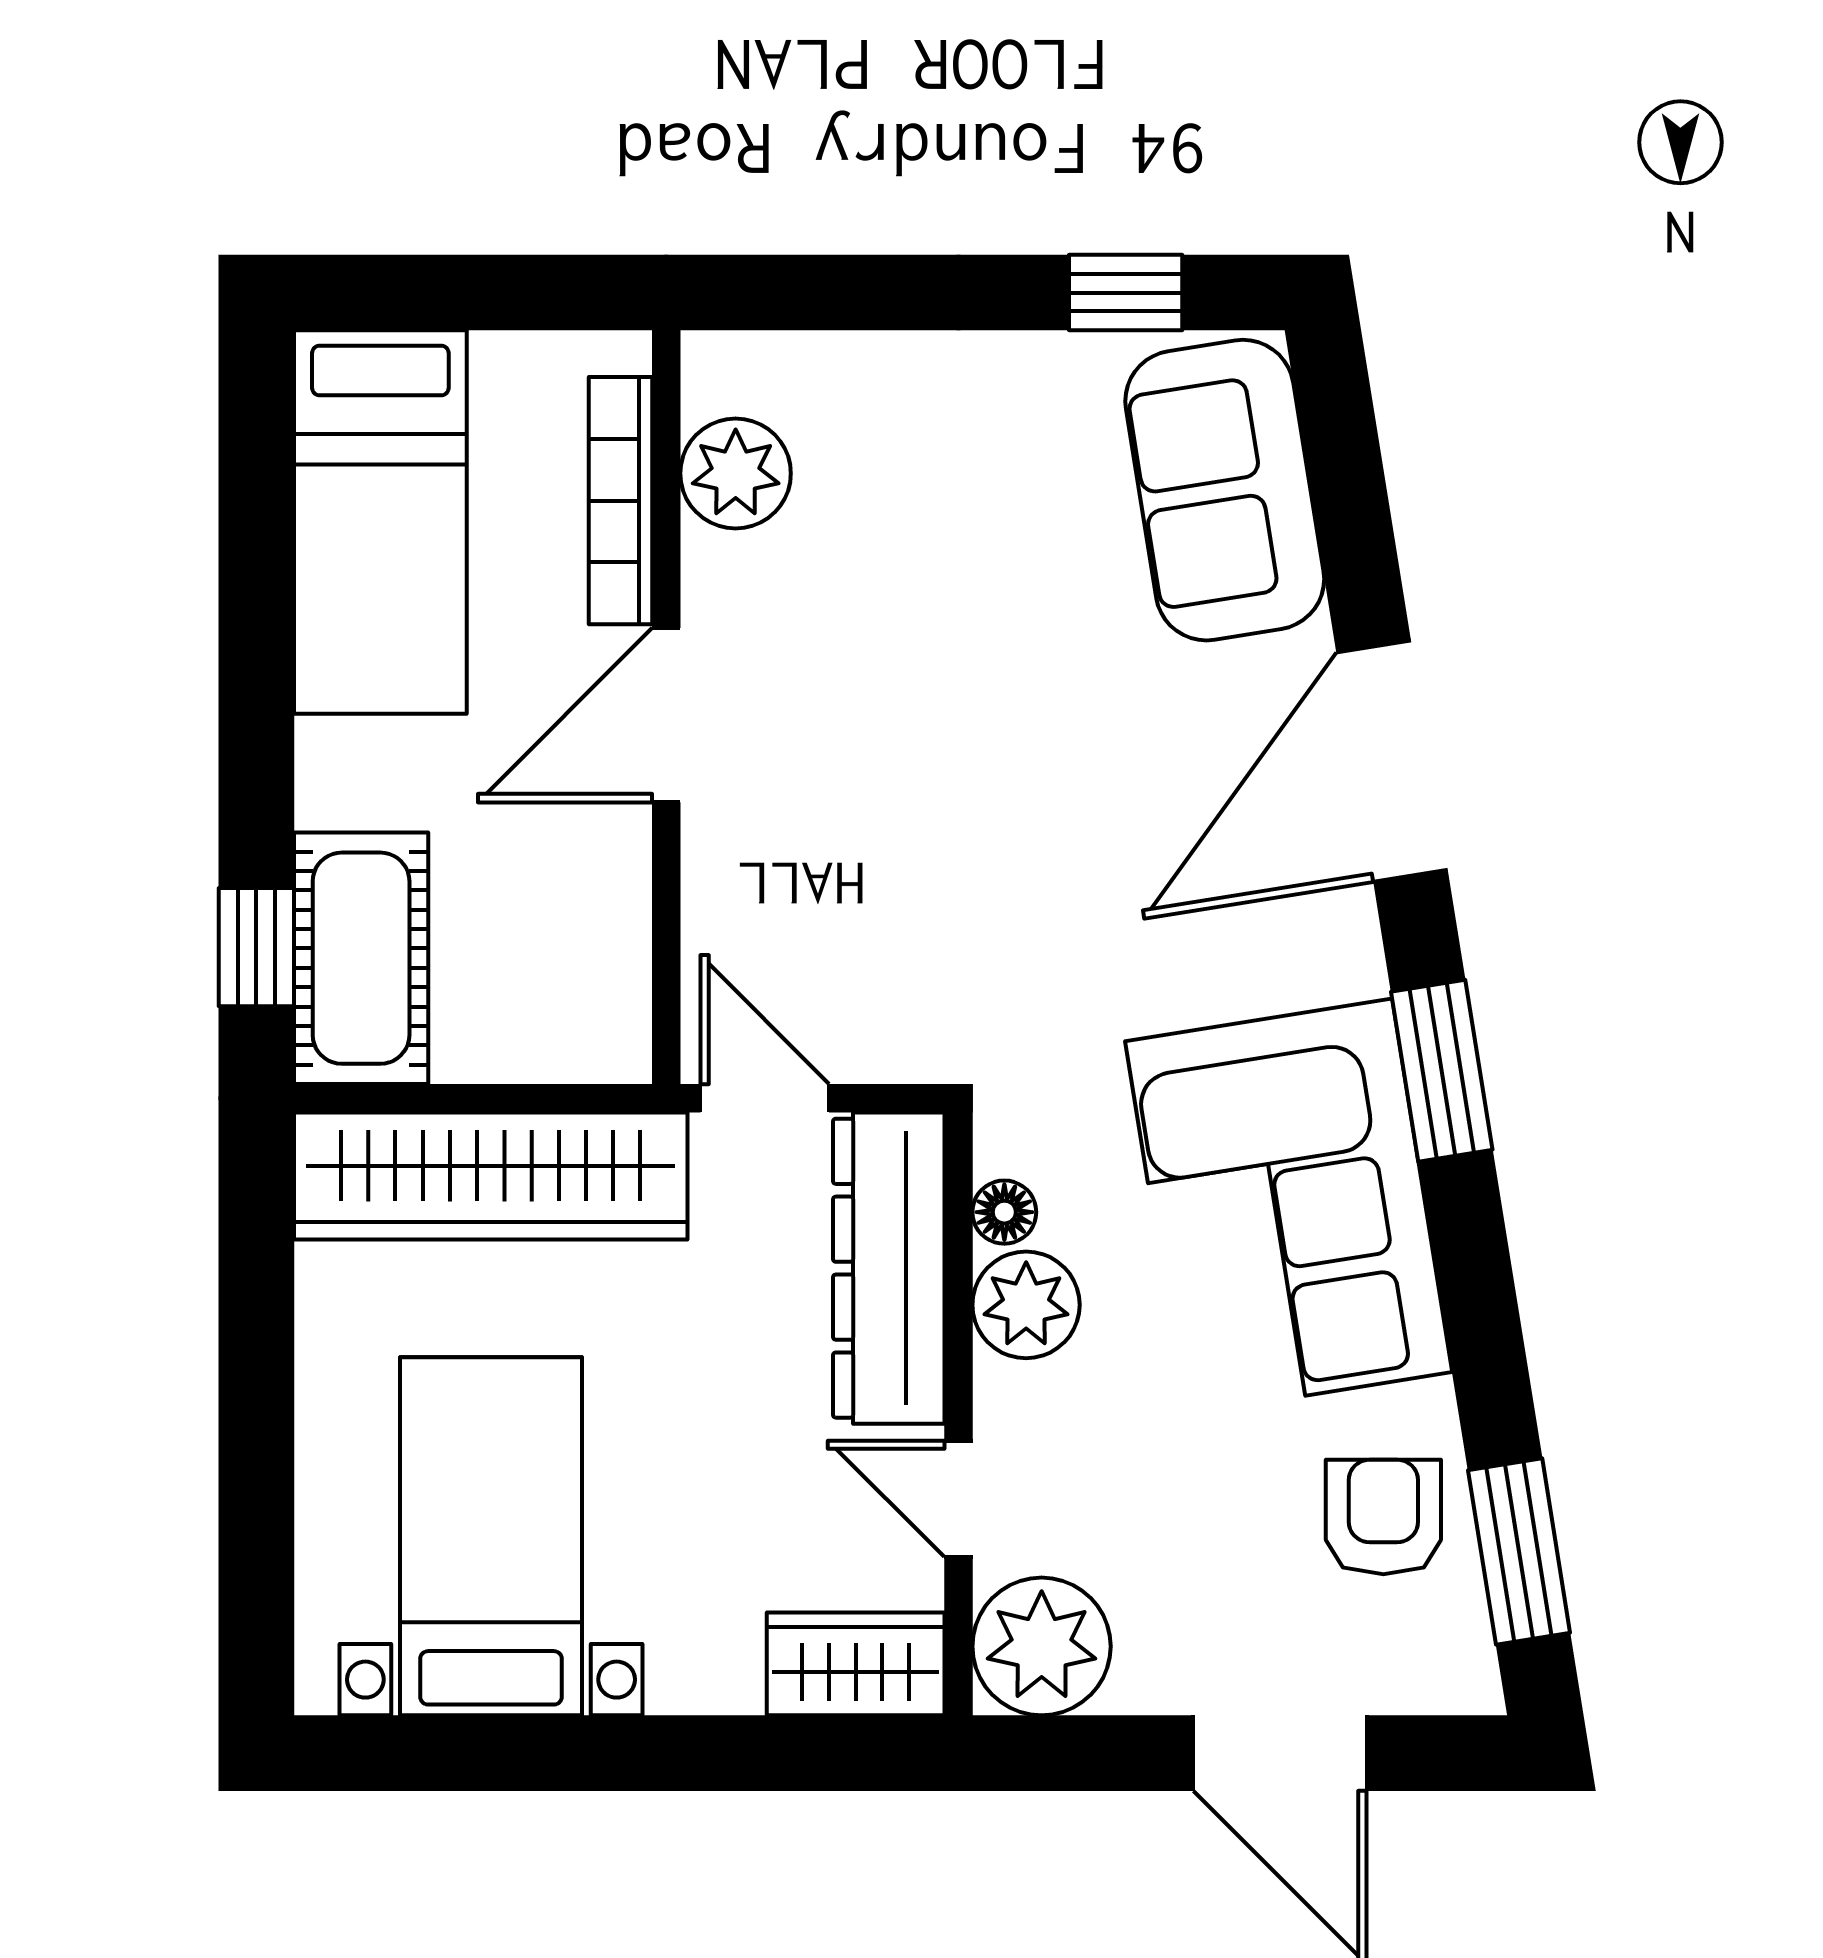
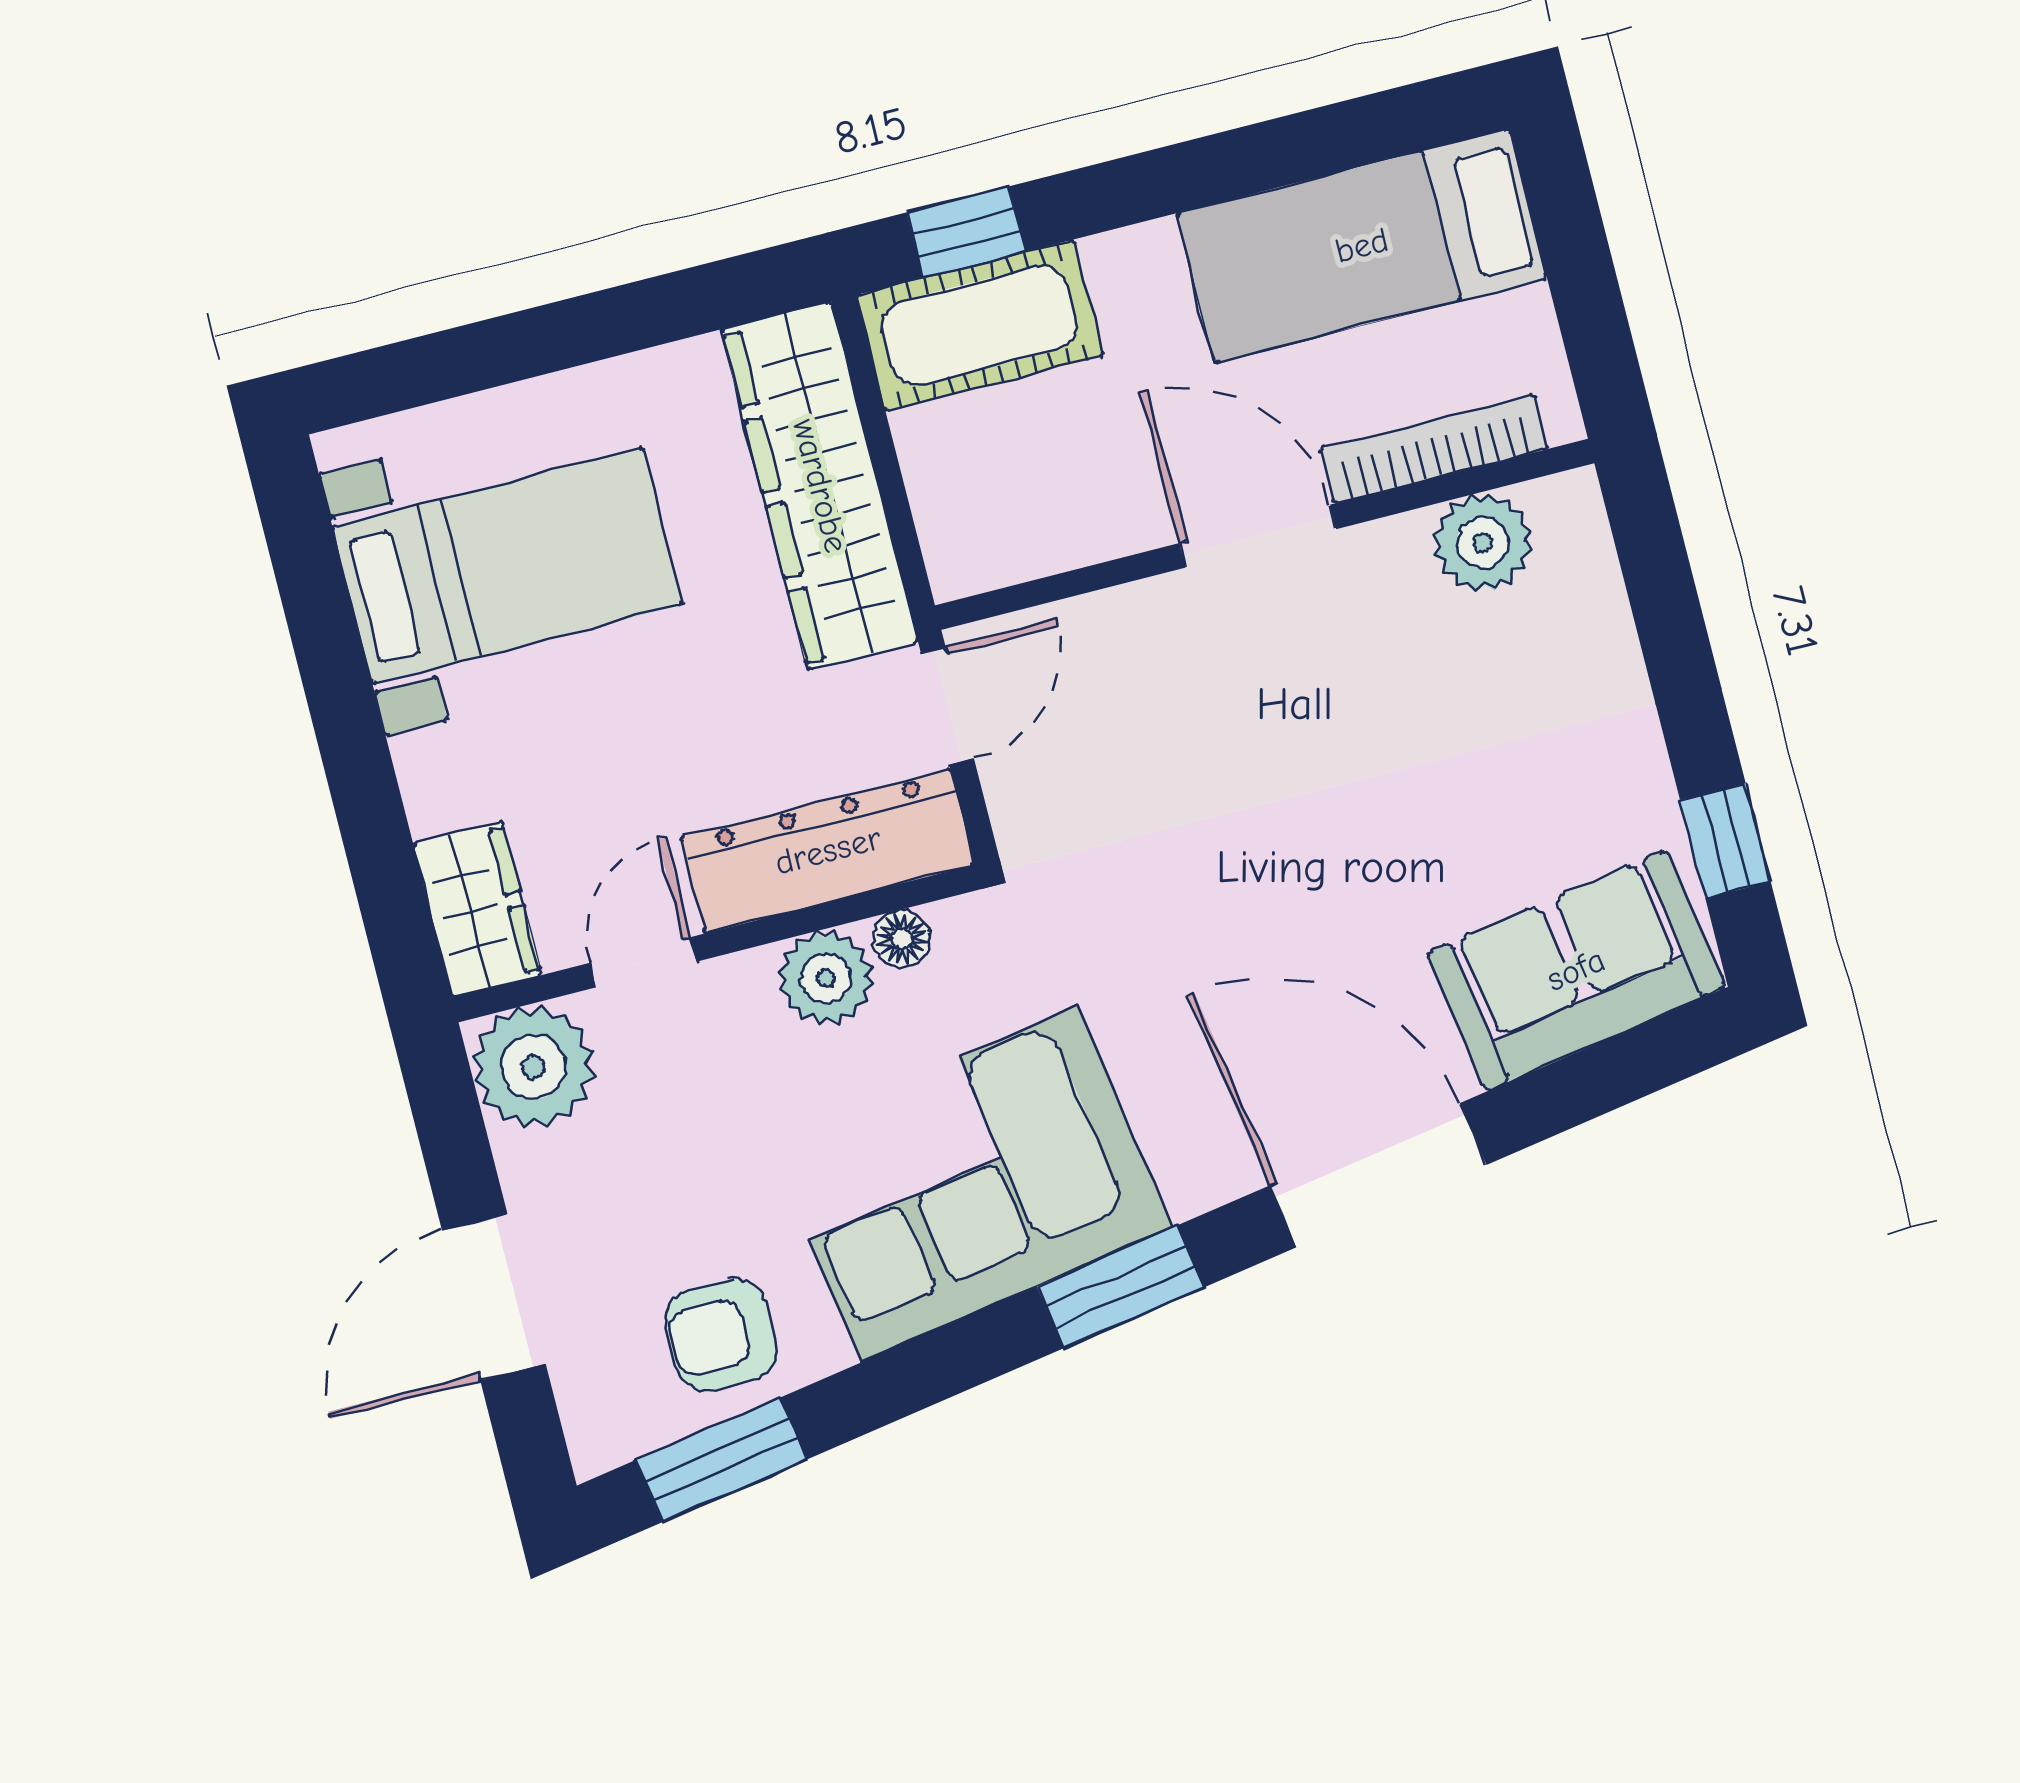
armchair: (1383, 1517) -> (721, 1335), turned 180

